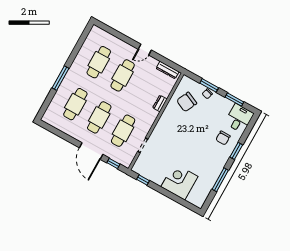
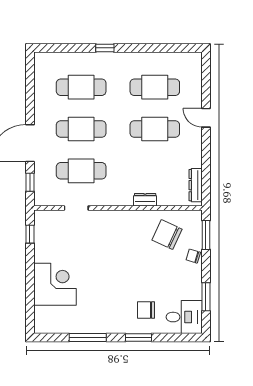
door: (145, 50) -> (206, 118), moved
window: (61, 78) -> (105, 48), width x0.46
window: (209, 85) -> (206, 235), moved

